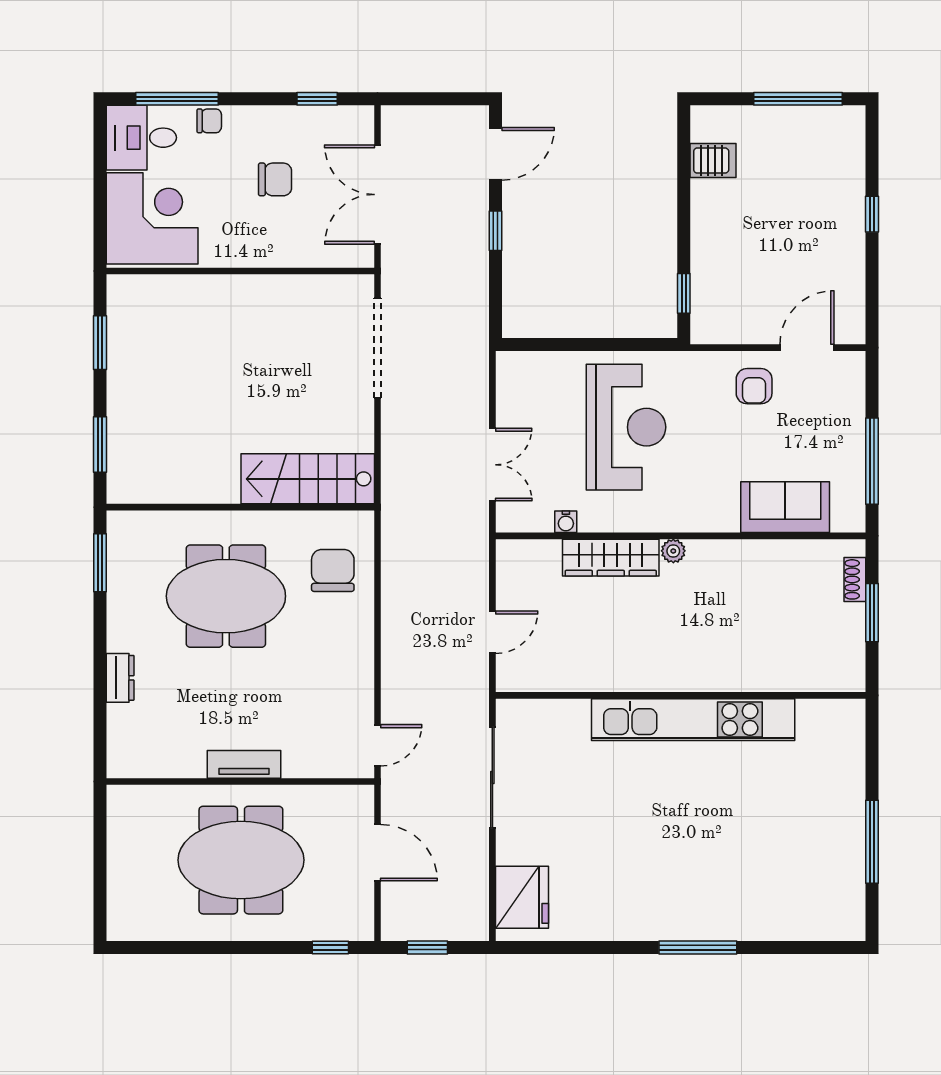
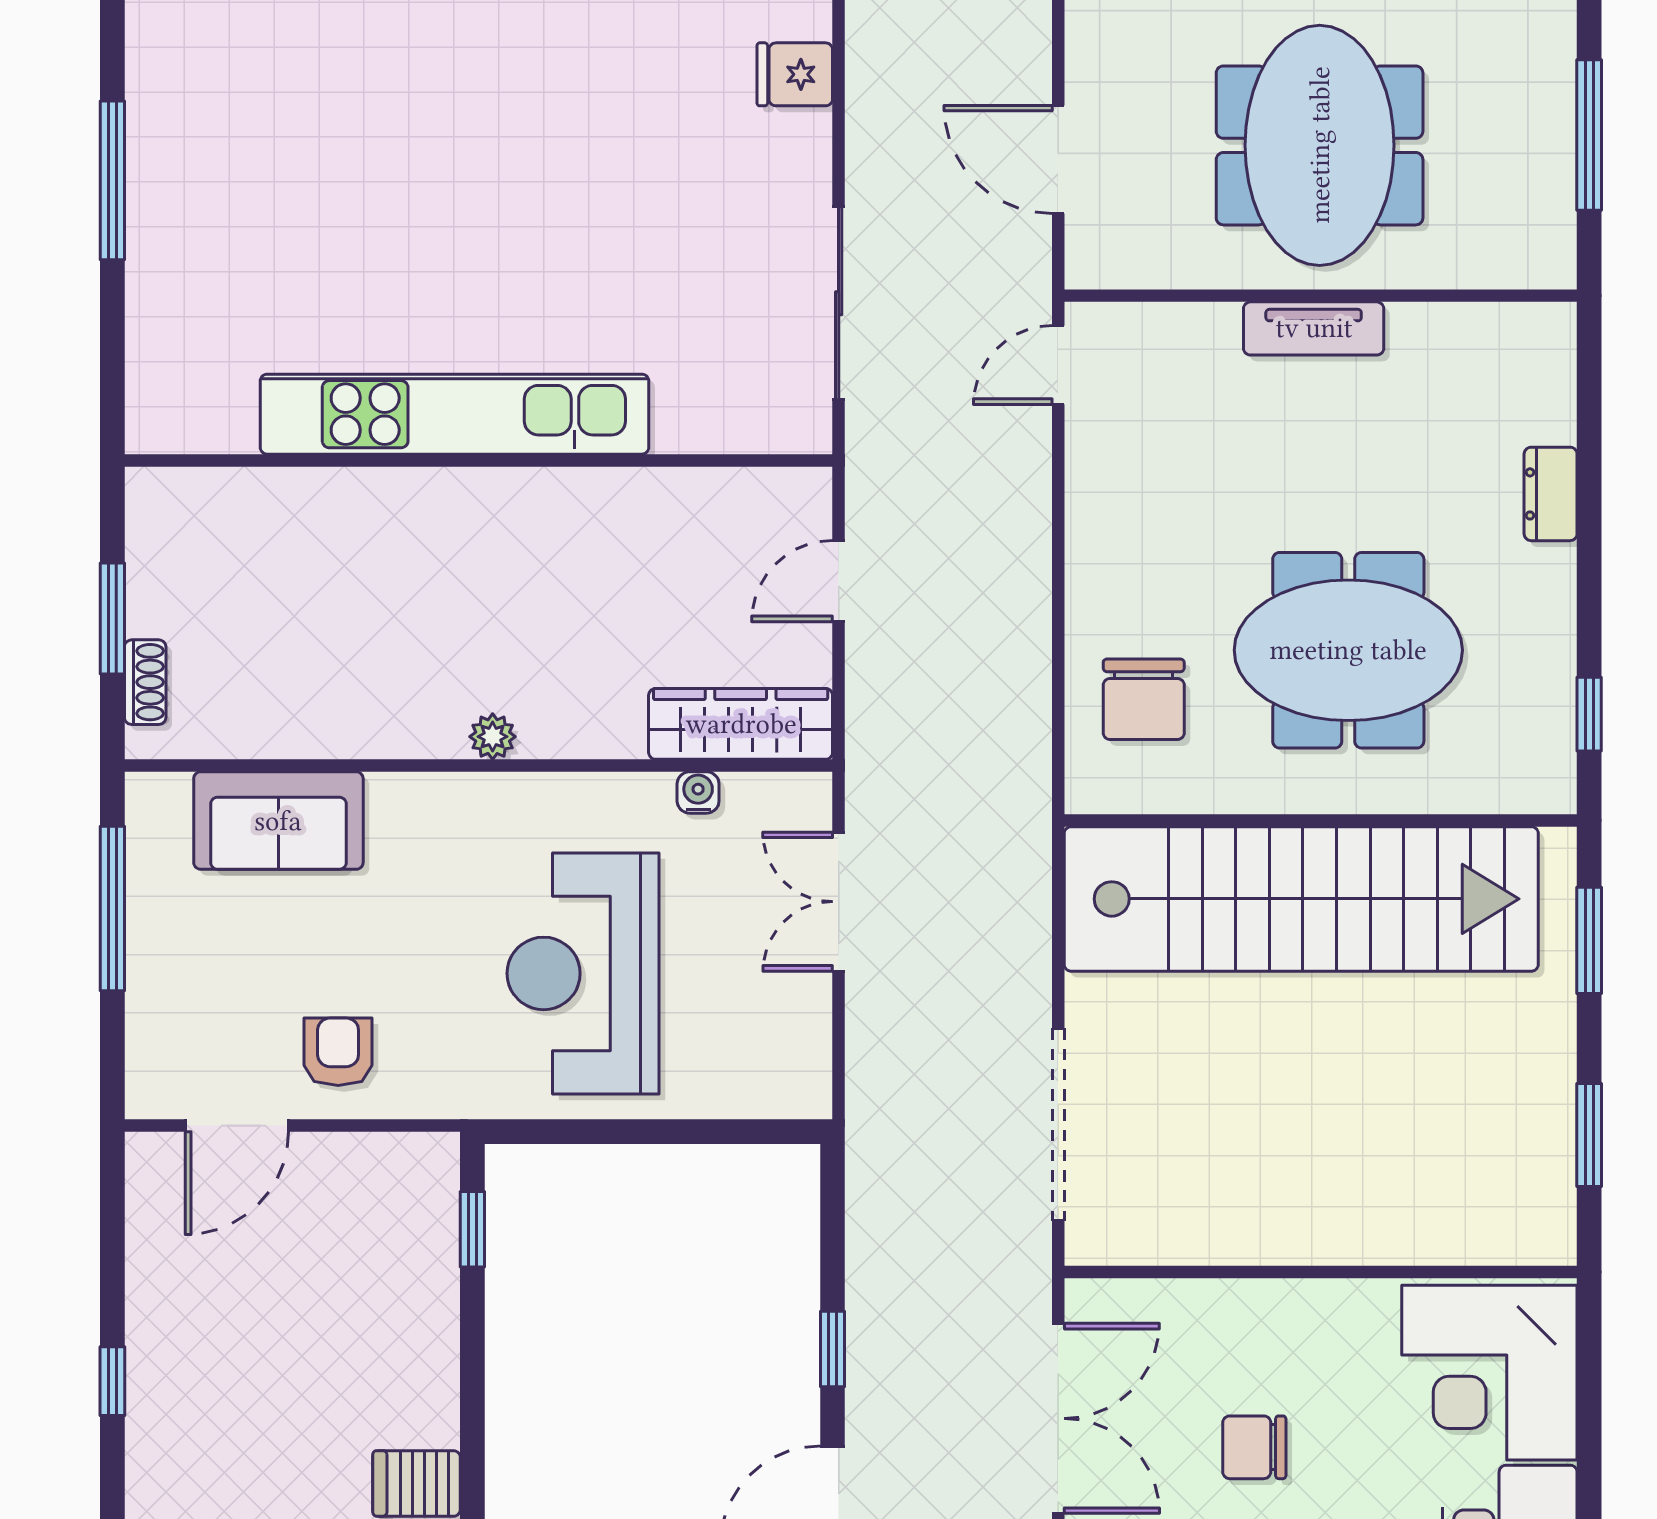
stairs: (308, 479) -> (1301, 899), width x1.86, depth x1.51
wardrobe: (611, 558) -> (741, 724), moved
window: (100, 563) -> (1589, 714), width x0.67
meeting table: (241, 860) -> (1320, 145), turned 90
window: (100, 865) -> (1589, 135), added
fridge: (522, 897) -> (795, 74), width x0.53, depth x0.75

